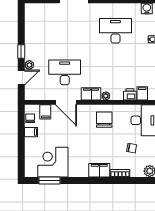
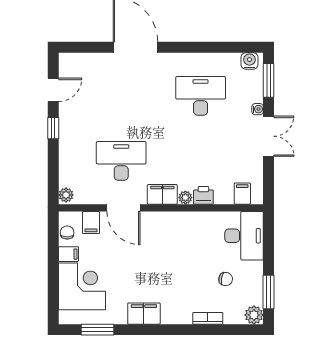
plant: (29, 65) -> (66, 195), moved
door: (21, 78) -> (53, 90), moved
printer: (130, 94) -> (203, 195), moved
chair: (104, 120) -> (183, 235), removed
corner desk: (53, 162) -> (82, 286), moved, turned 90
filing cabinet: (99, 170) -> (144, 314), moved

